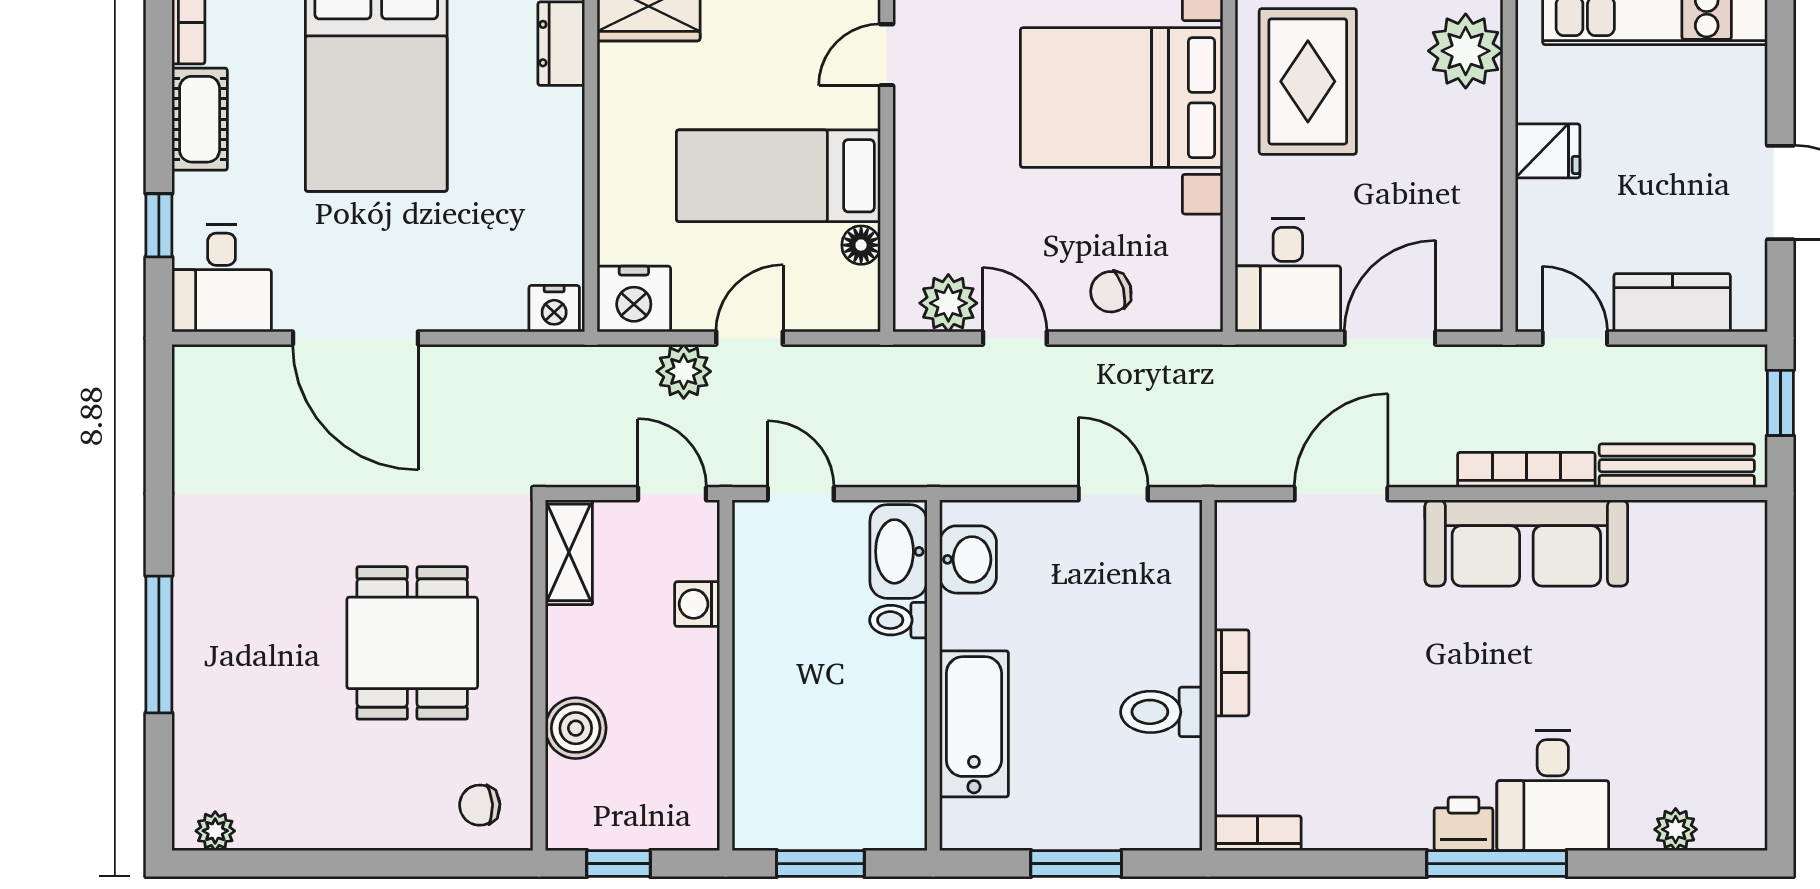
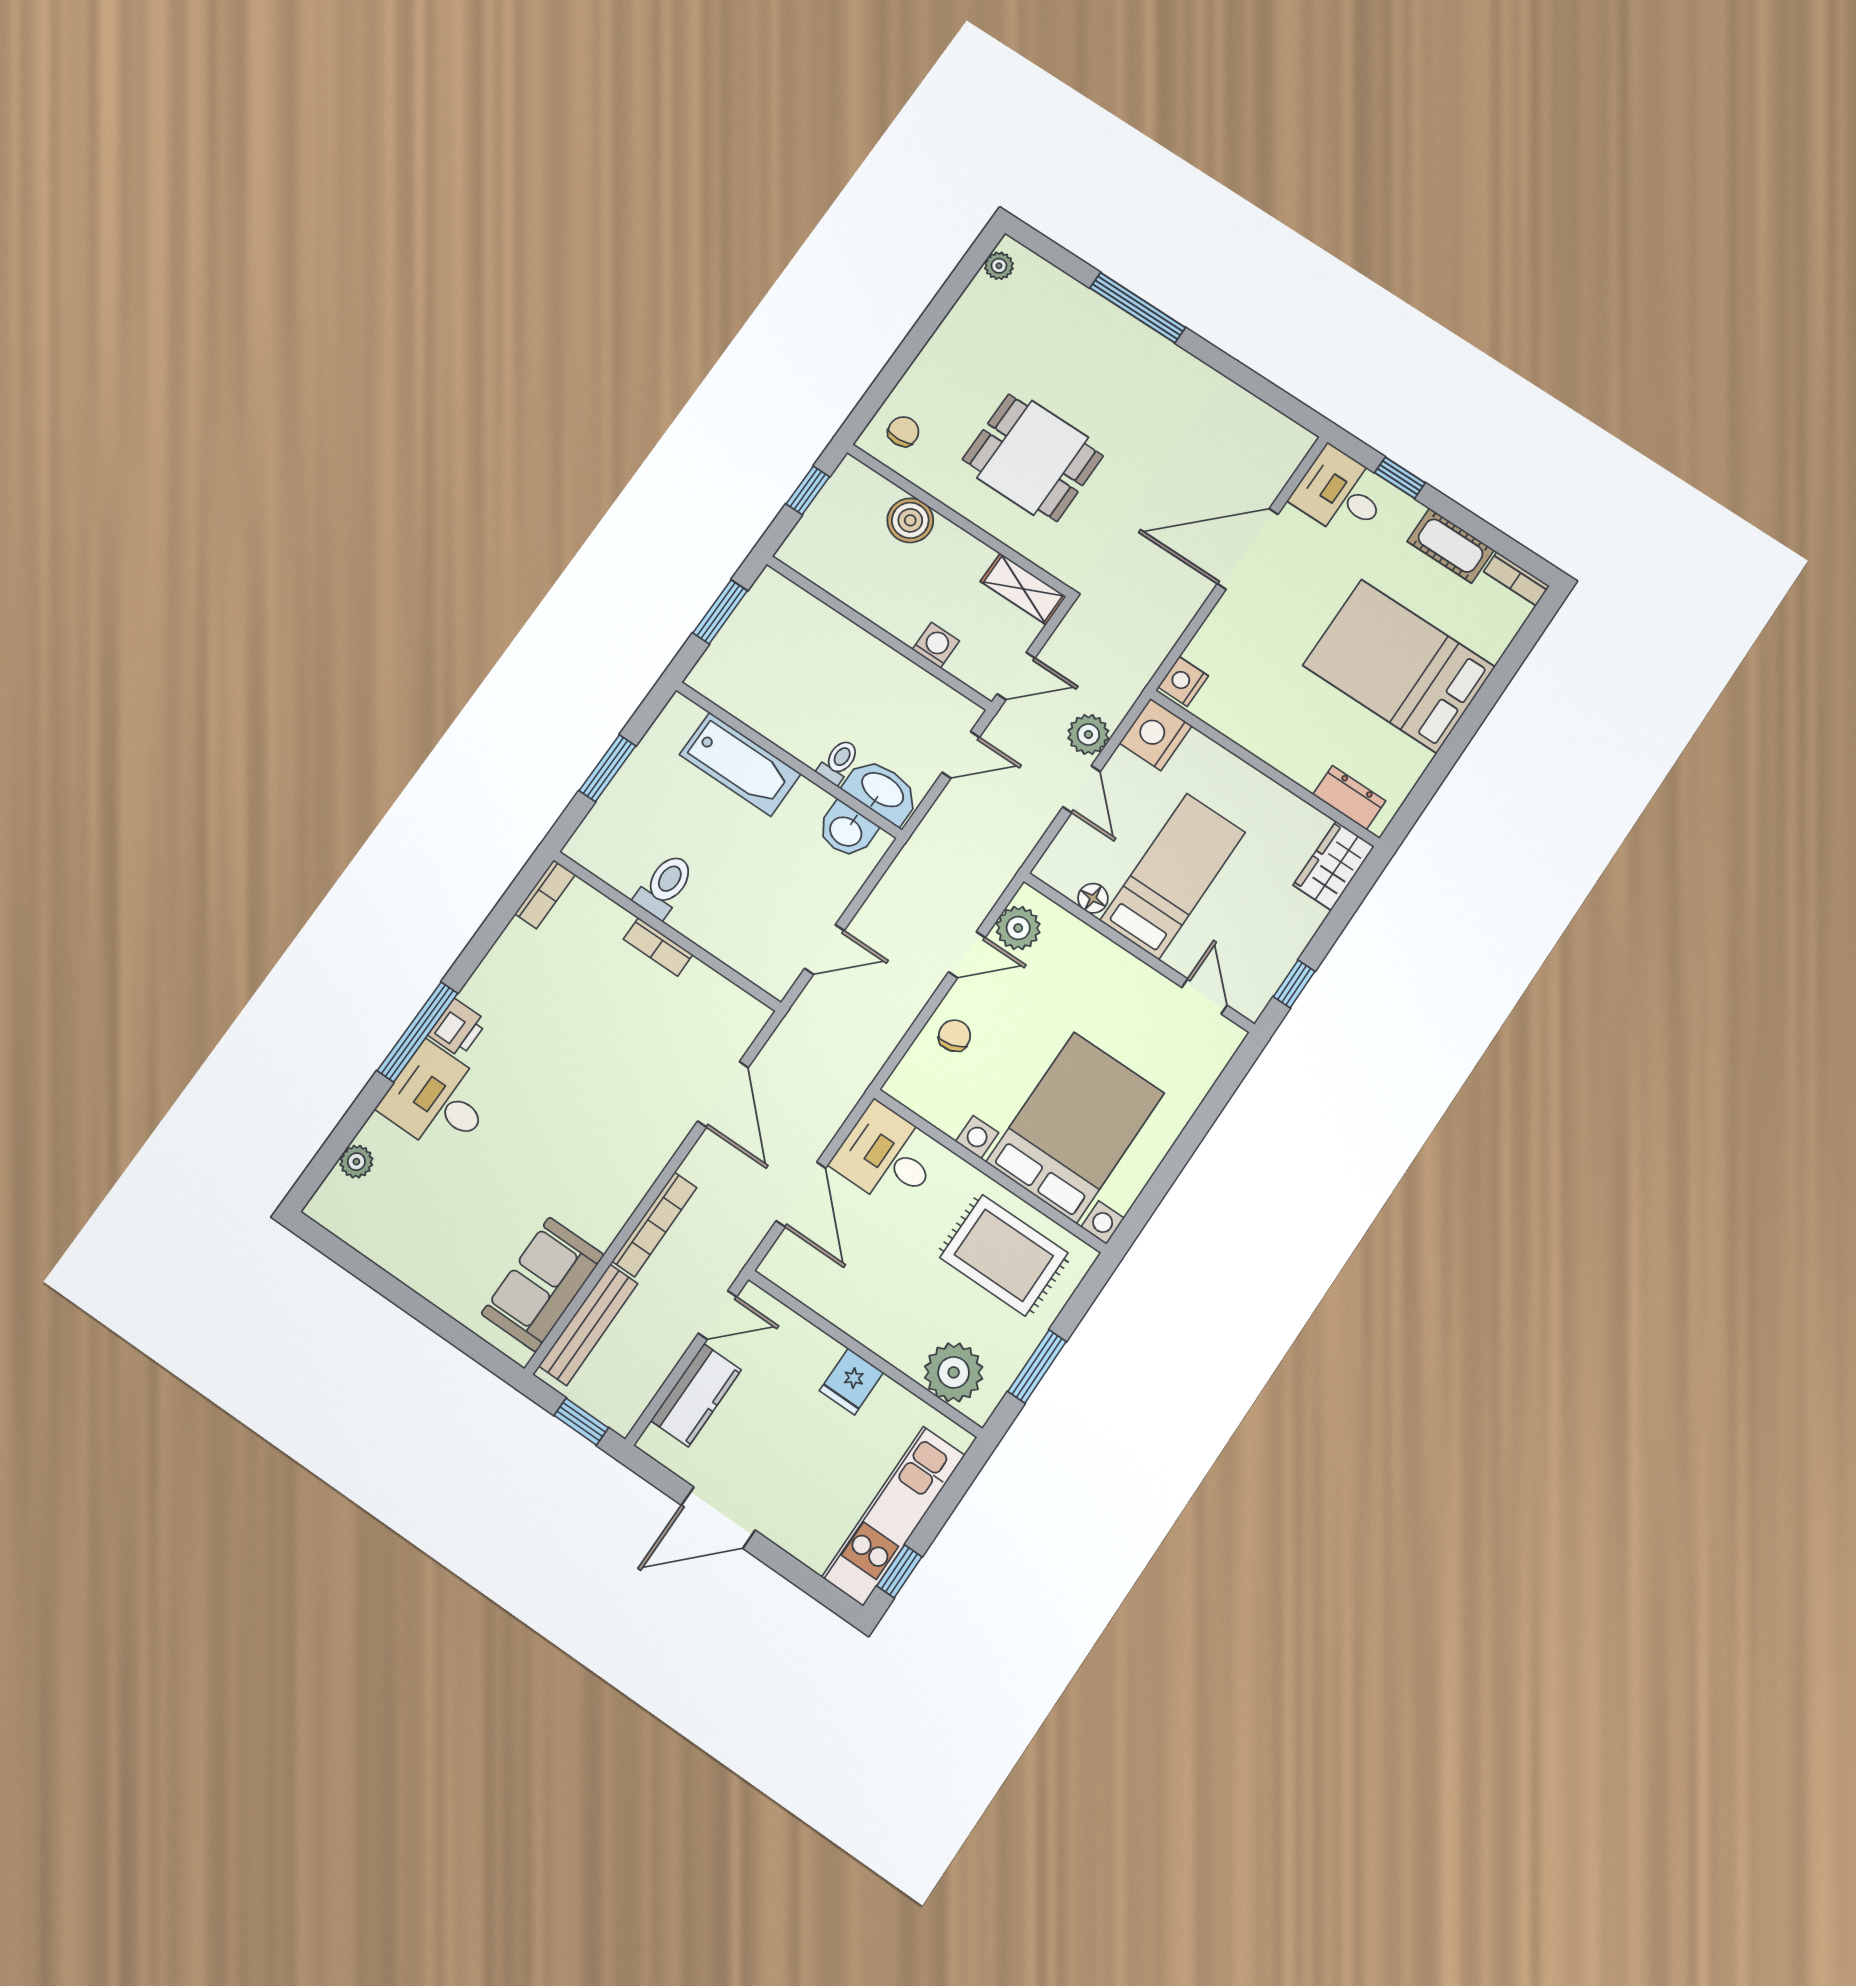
sofa: (1526, 543) -> (543, 1284), moved, width x0.73

